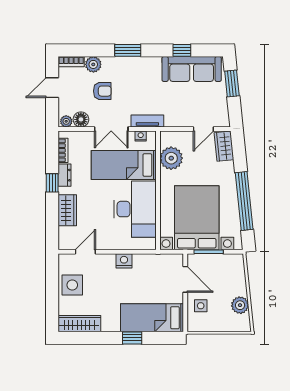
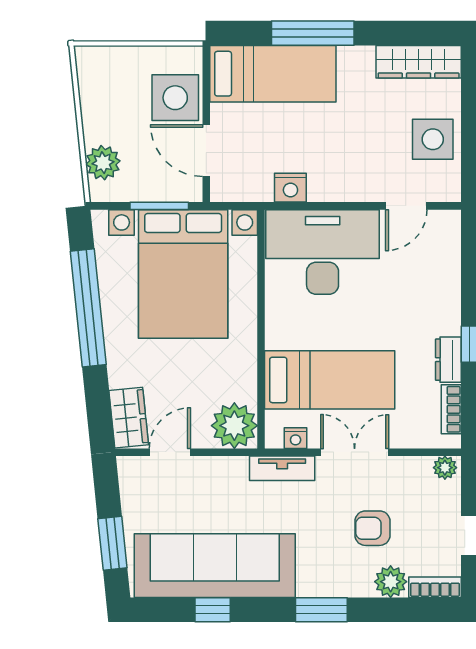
sofa: (192, 69) -> (215, 566), width x1.36, depth x1.27
floor lamp: (81, 119) -> (415, 471), removed
plant: (171, 158) -> (234, 426), moved
desk: (135, 209) -> (323, 252), moved, turned 90
wardrobe: (67, 210) -> (443, 289), removed
nightstand: (124, 261) -> (290, 188), moved
plant: (240, 305) -> (103, 163), moved
side table: (201, 306) -> (175, 98), width x1.87, depth x1.87
window: (132, 338) -> (313, 33), width x2.17

